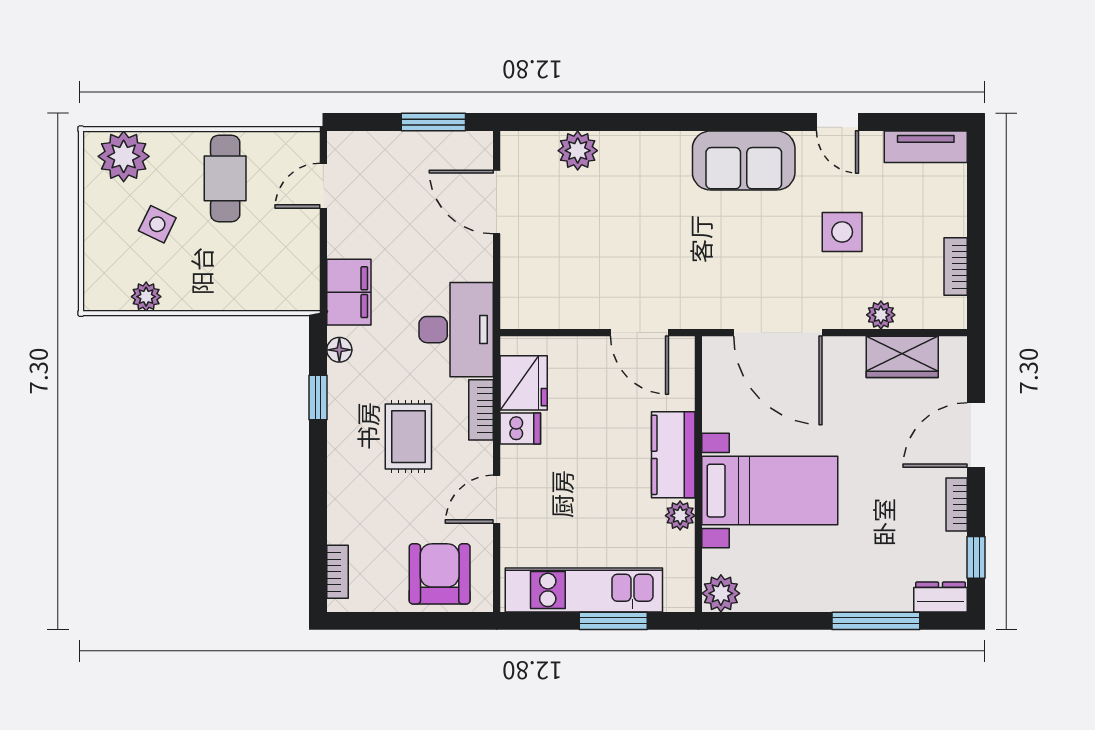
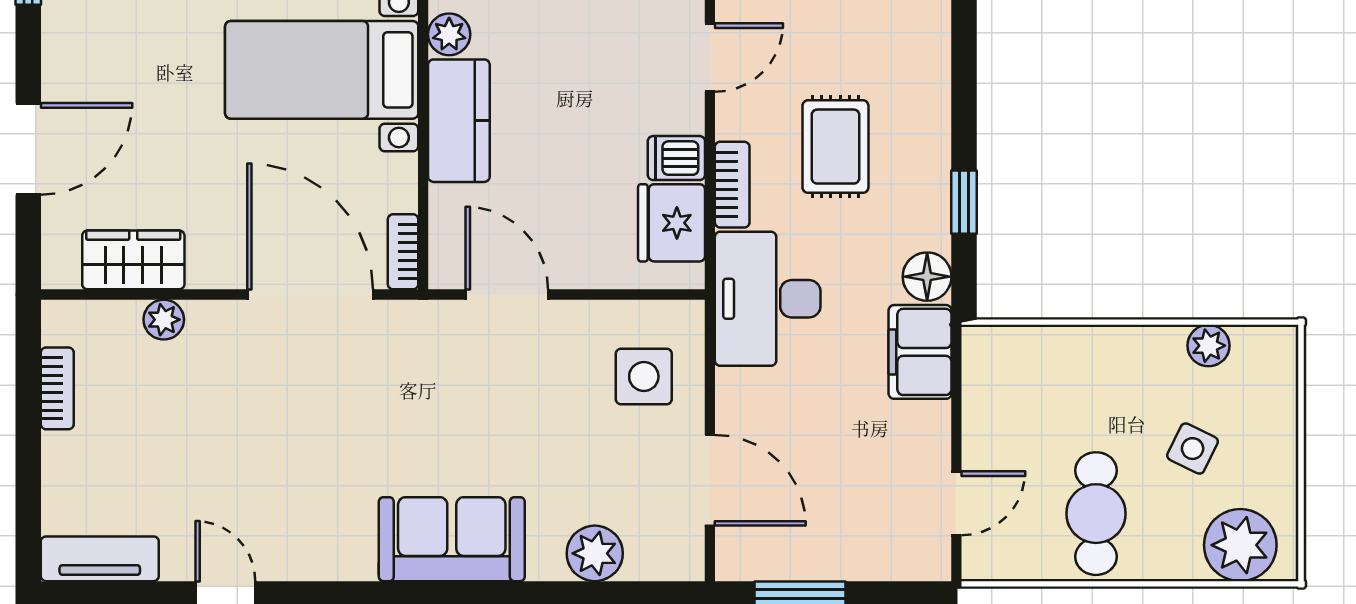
sofa: (744, 160) -> (452, 539), moved
side table: (842, 232) -> (644, 376), moved
floor lamp: (339, 350) -> (927, 277), width x1.37, depth x1.37
bookcase: (957, 505) -> (403, 252), moved, turned 180

